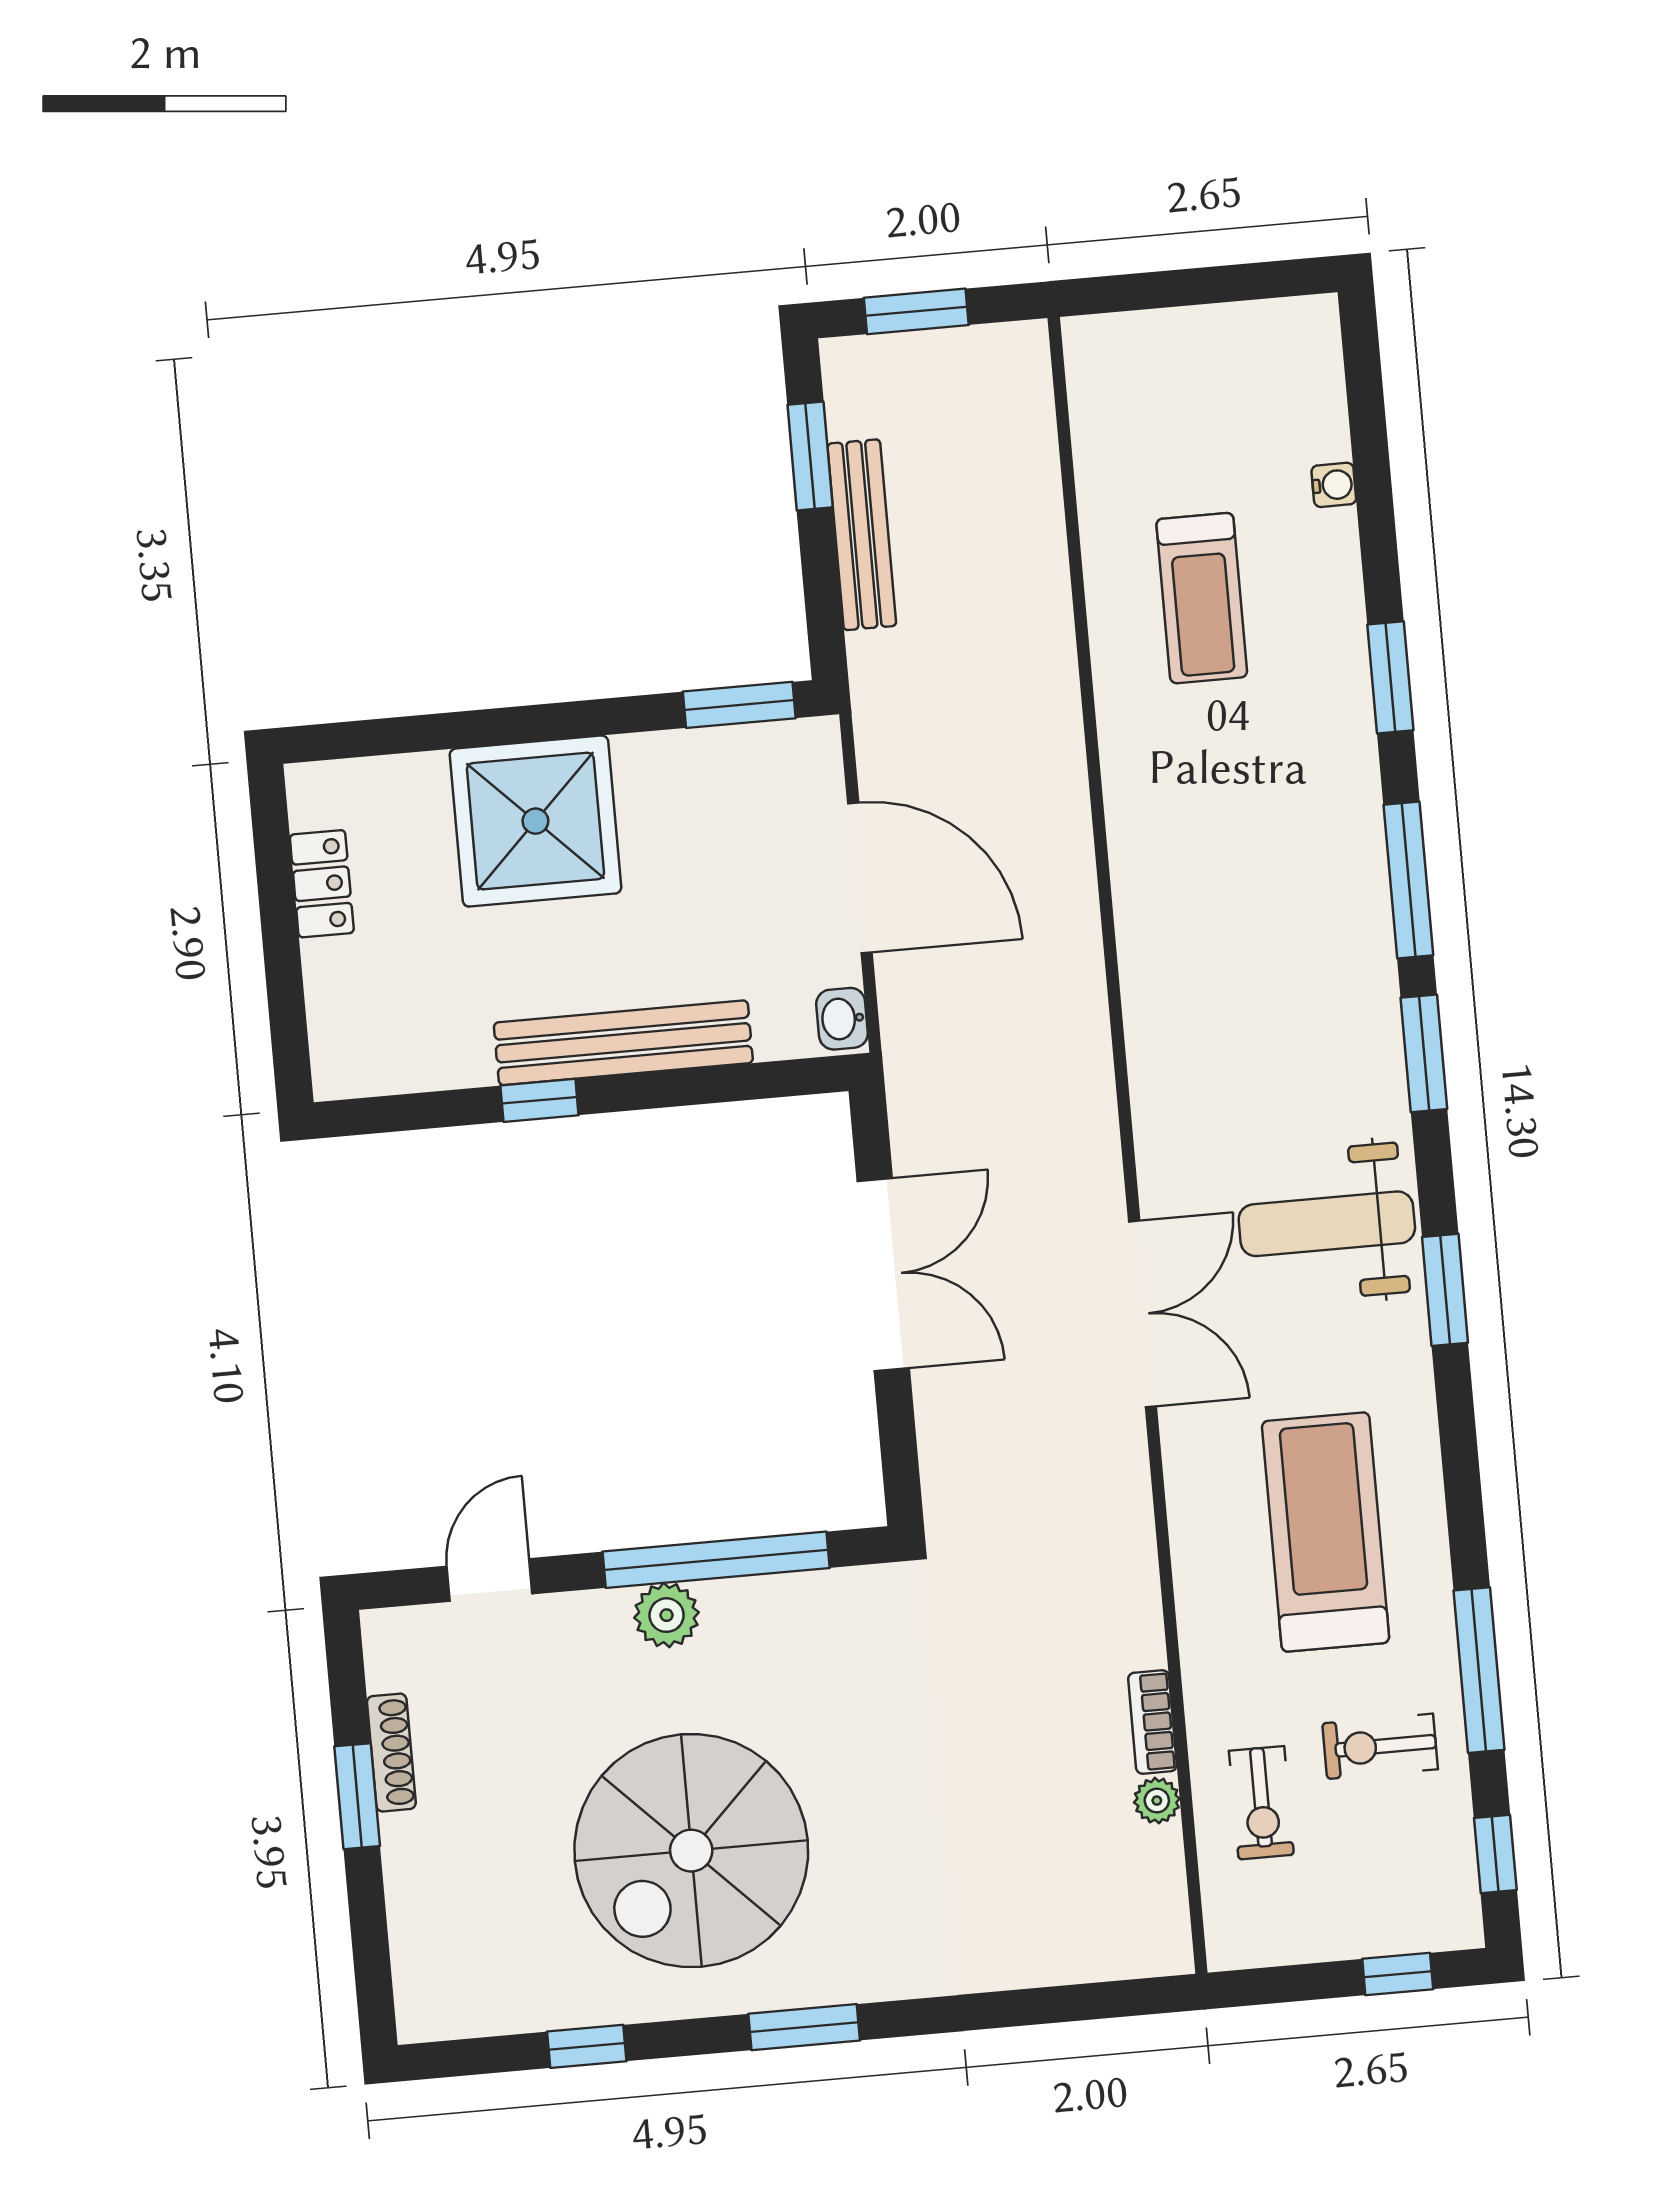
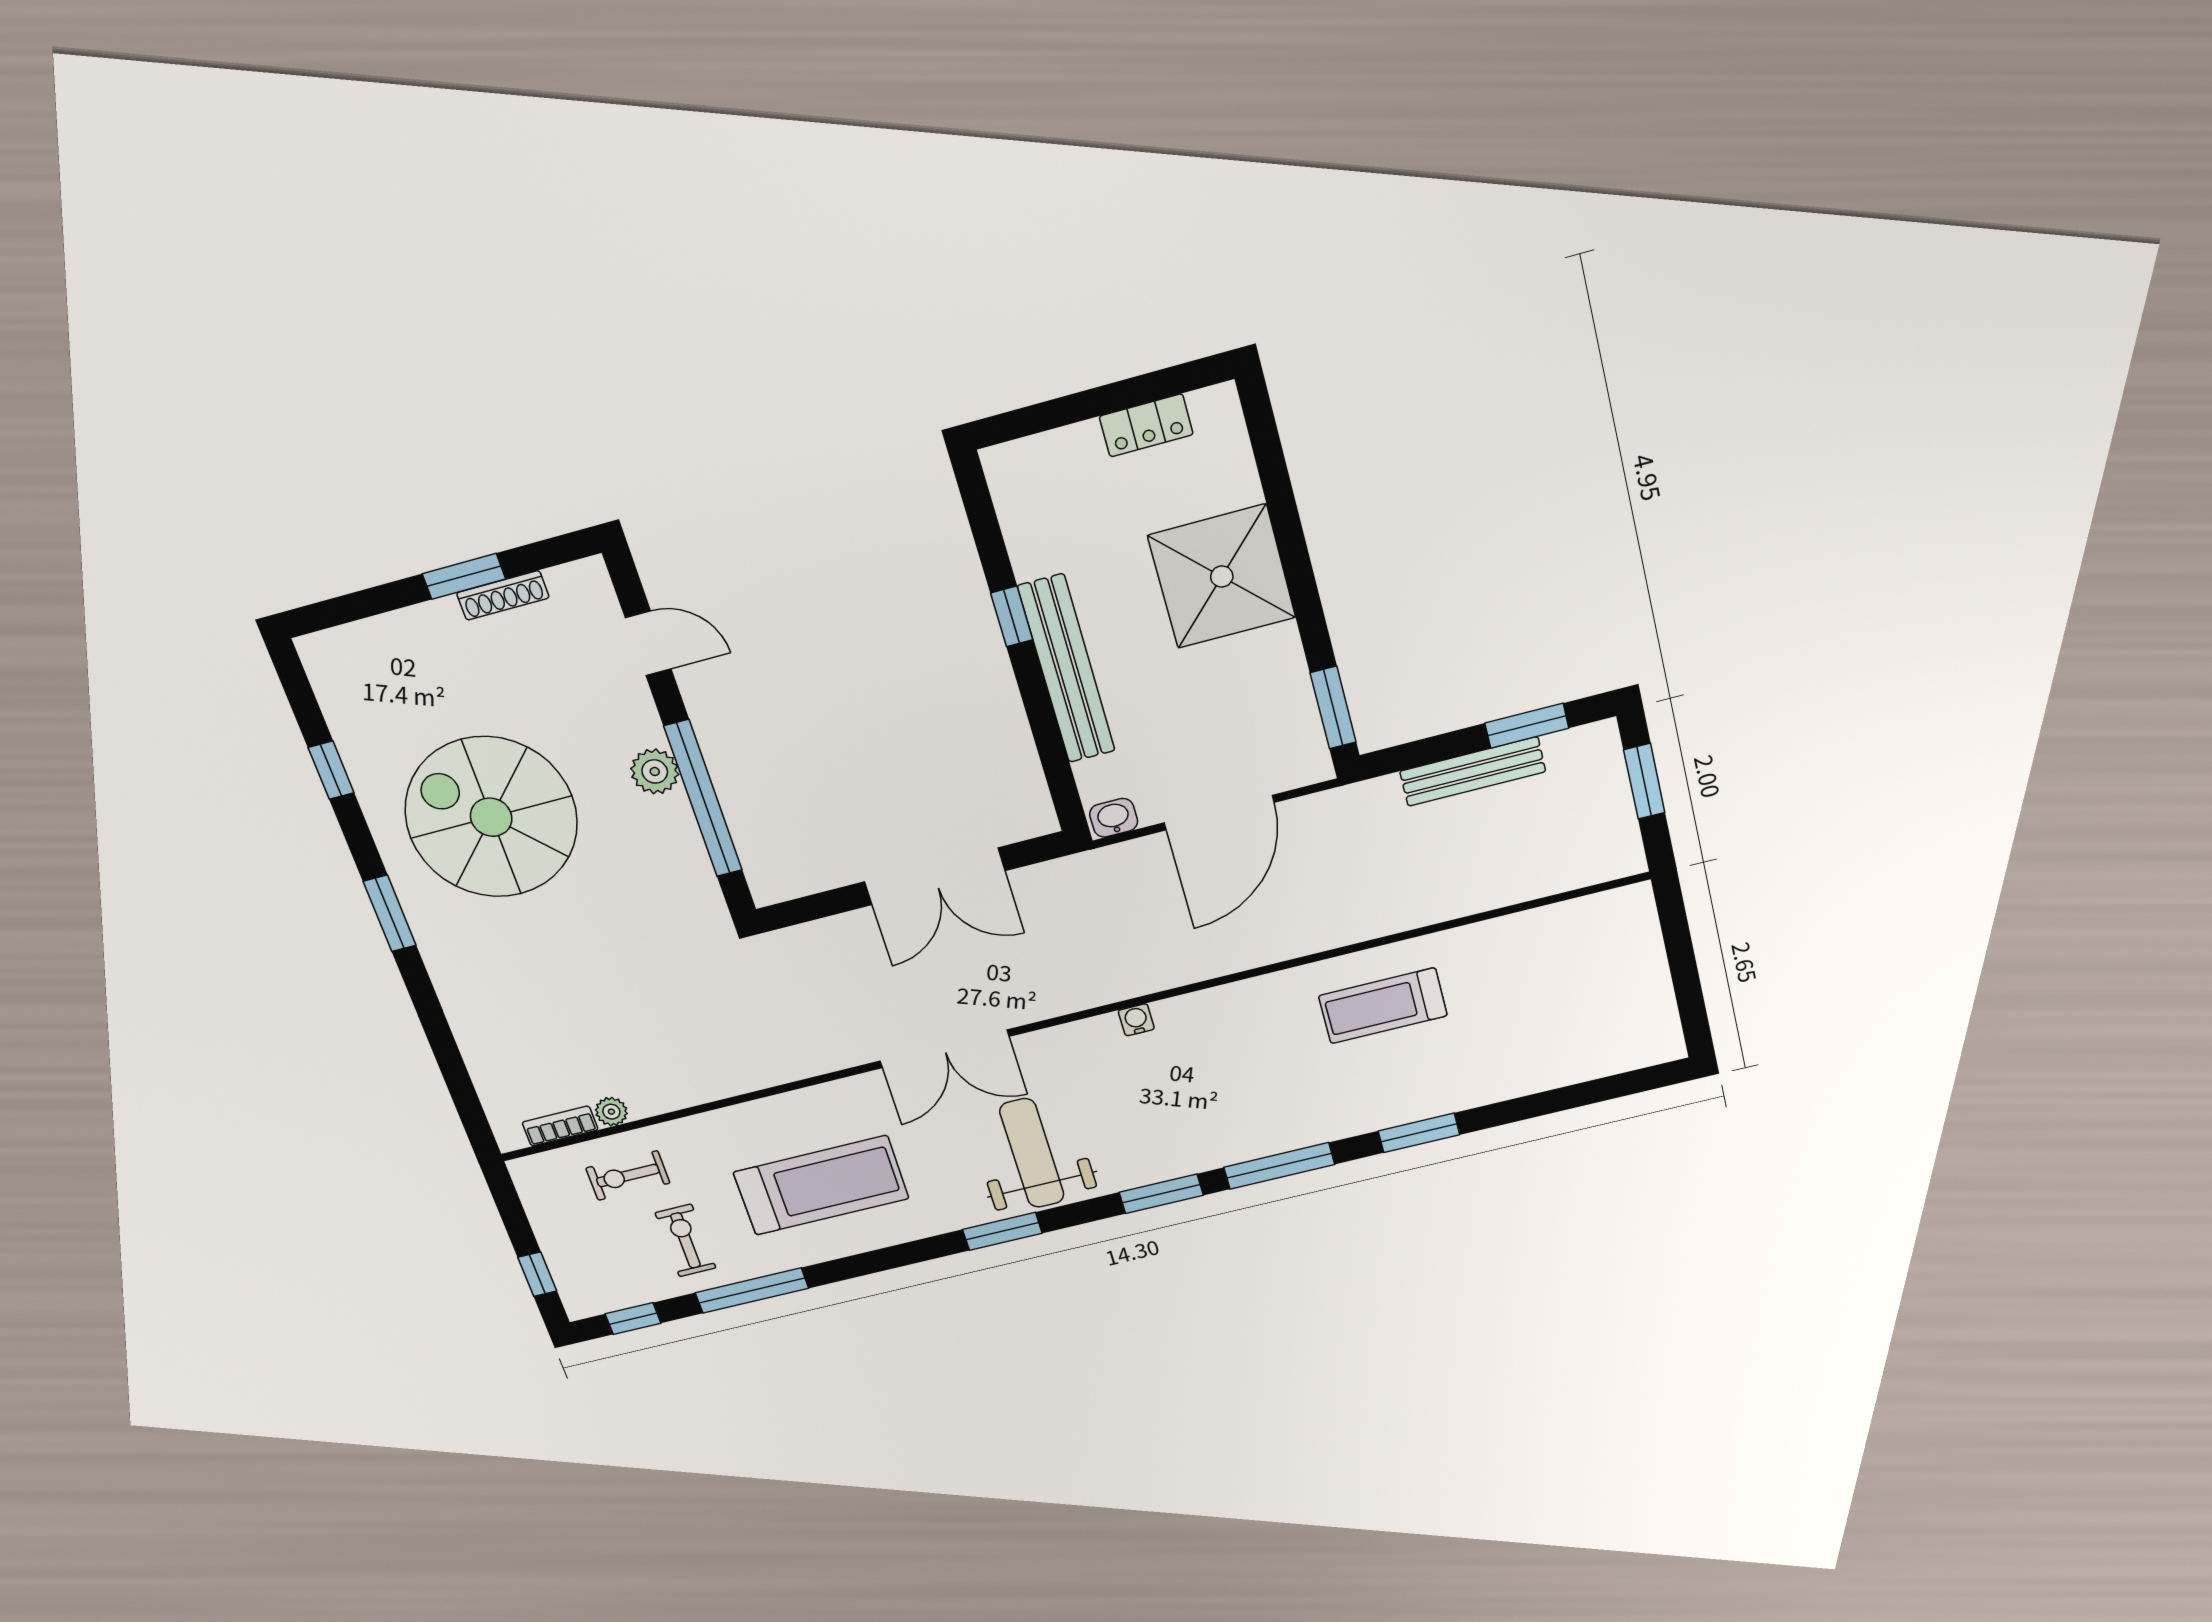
water cooler: (1334, 485) -> (1136, 1020), moved, turned 180
treadmill: (1202, 598) -> (1383, 1006), moved
bookcase: (1152, 1722) -> (560, 1126), moved

